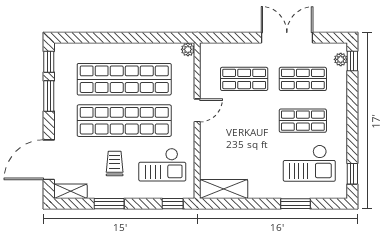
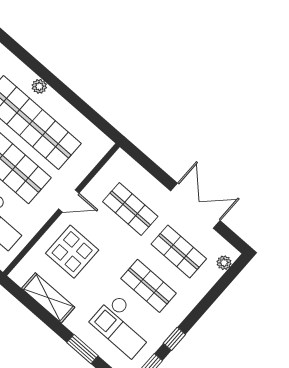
plant: (188, 49) -> (39, 86), moved
window: (352, 61) -> (174, 339), moved
display table: (230, 143) -> (72, 252), added
shelving: (224, 189) -> (48, 298), moved

